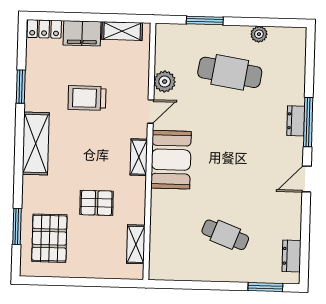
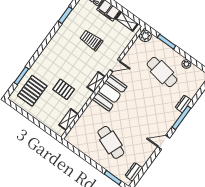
plant: (165, 82) -> (145, 36), moved
dresser: (296, 121) -> (183, 104), moved
shelving: (36, 144) -> (55, 45), removed
cafe table: (225, 235) -> (111, 142), width x1.37, depth x1.35

